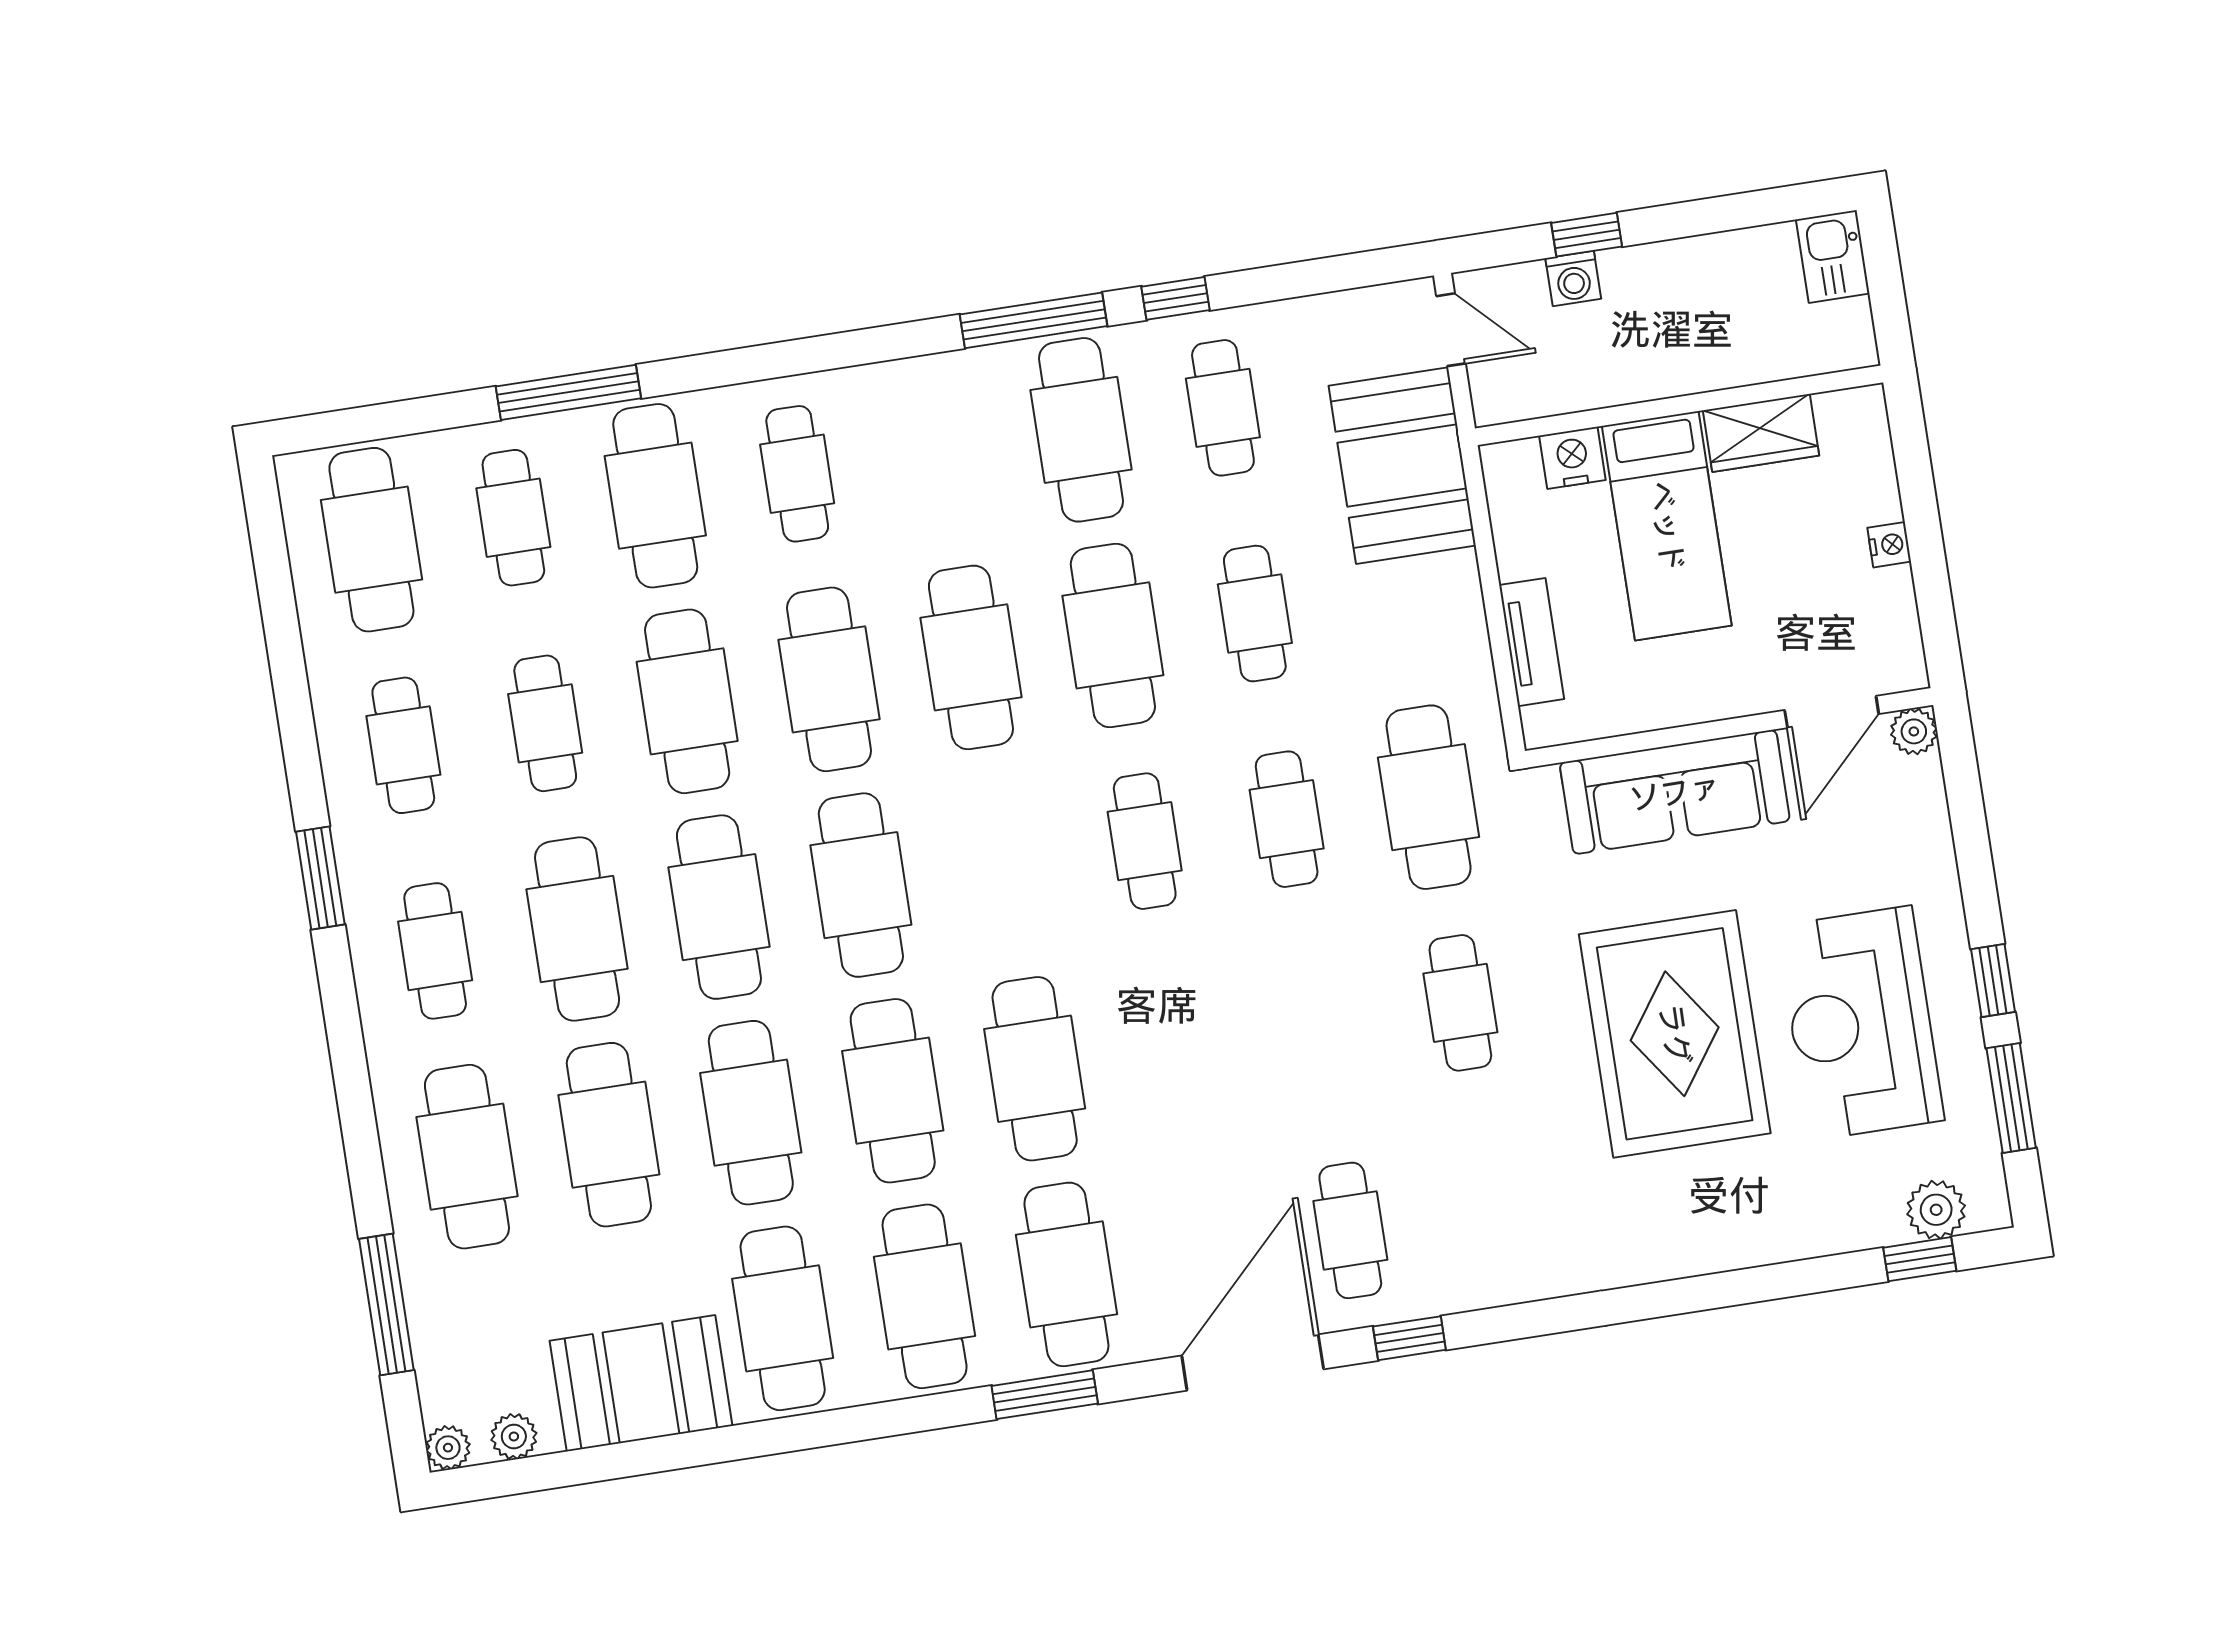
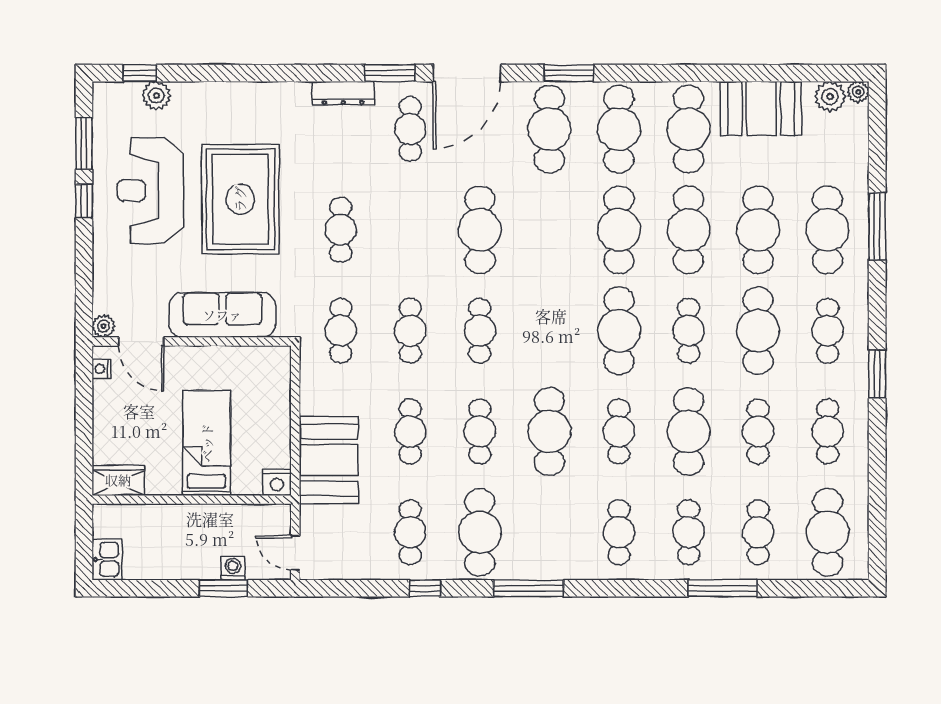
window: (1587, 235) -> (223, 588), width x1.50
window: (1034, 320) -> (528, 588), moved
wardrobe: (1761, 433) -> (118, 480), moved
nightstand: (1572, 458) -> (277, 482), moved
booth: (1402, 466) -> (329, 460), moved
cafe table: (655, 496) -> (688, 532), width x0.73, depth x0.74
nightstand: (1889, 545) -> (101, 369), moved
cafe table: (1113, 635) -> (480, 431), width x0.73, depth x0.74
tv unit: (1532, 642) -> (280, 397), removed
cafe table: (829, 679) -> (619, 431), width x0.73, depth x0.74
door: (1832, 712) -> (141, 342), swing flipped
cafe table: (1429, 797) -> (341, 331), width x0.73, depth x0.74
cafe table: (719, 907) -> (688, 331), width x0.73, depth x0.74
reception desk: (1860, 1023) -> (151, 191), turned 180
cafe table: (1035, 1069) -> (480, 230), moved
plant: (1936, 1210) -> (156, 96), moved
dresser: (1499, 1282) -> (343, 93), added
window: (386, 1305) -> (877, 226), moved
window: (1409, 1338) -> (390, 73), width x1.50
plant: (514, 1436) -> (830, 97), width x1.38, depth x1.38

